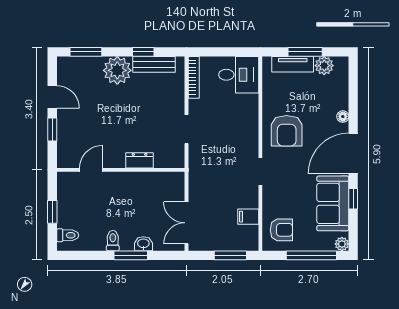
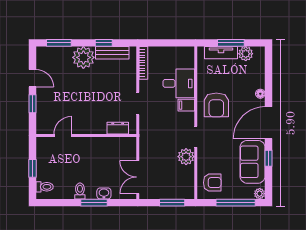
desk: (239, 75) -> (179, 83), moved
dresser: (140, 160) -> (118, 128), moved
plant: (248, 197) -> (186, 157), added
filing cabinet: (248, 217) -> (186, 105), moved

